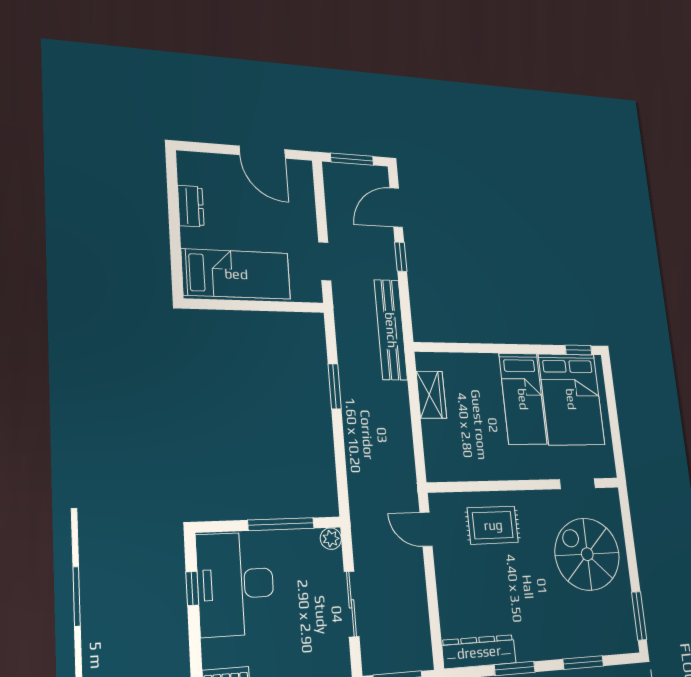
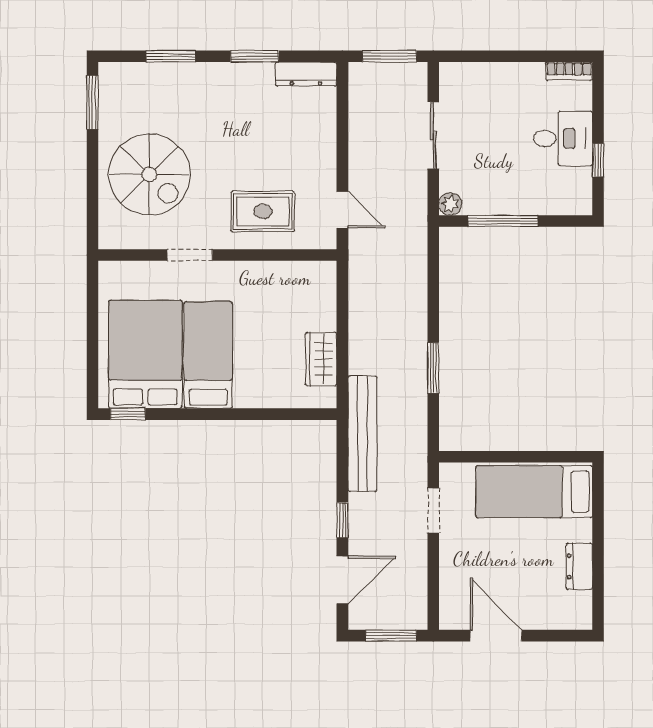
doorway: (577, 484) -> (190, 255), moved
desk: (236, 584) -> (563, 138), width x0.53, depth x0.77
dresser: (479, 652) -> (306, 74), width x0.73, depth x0.80

